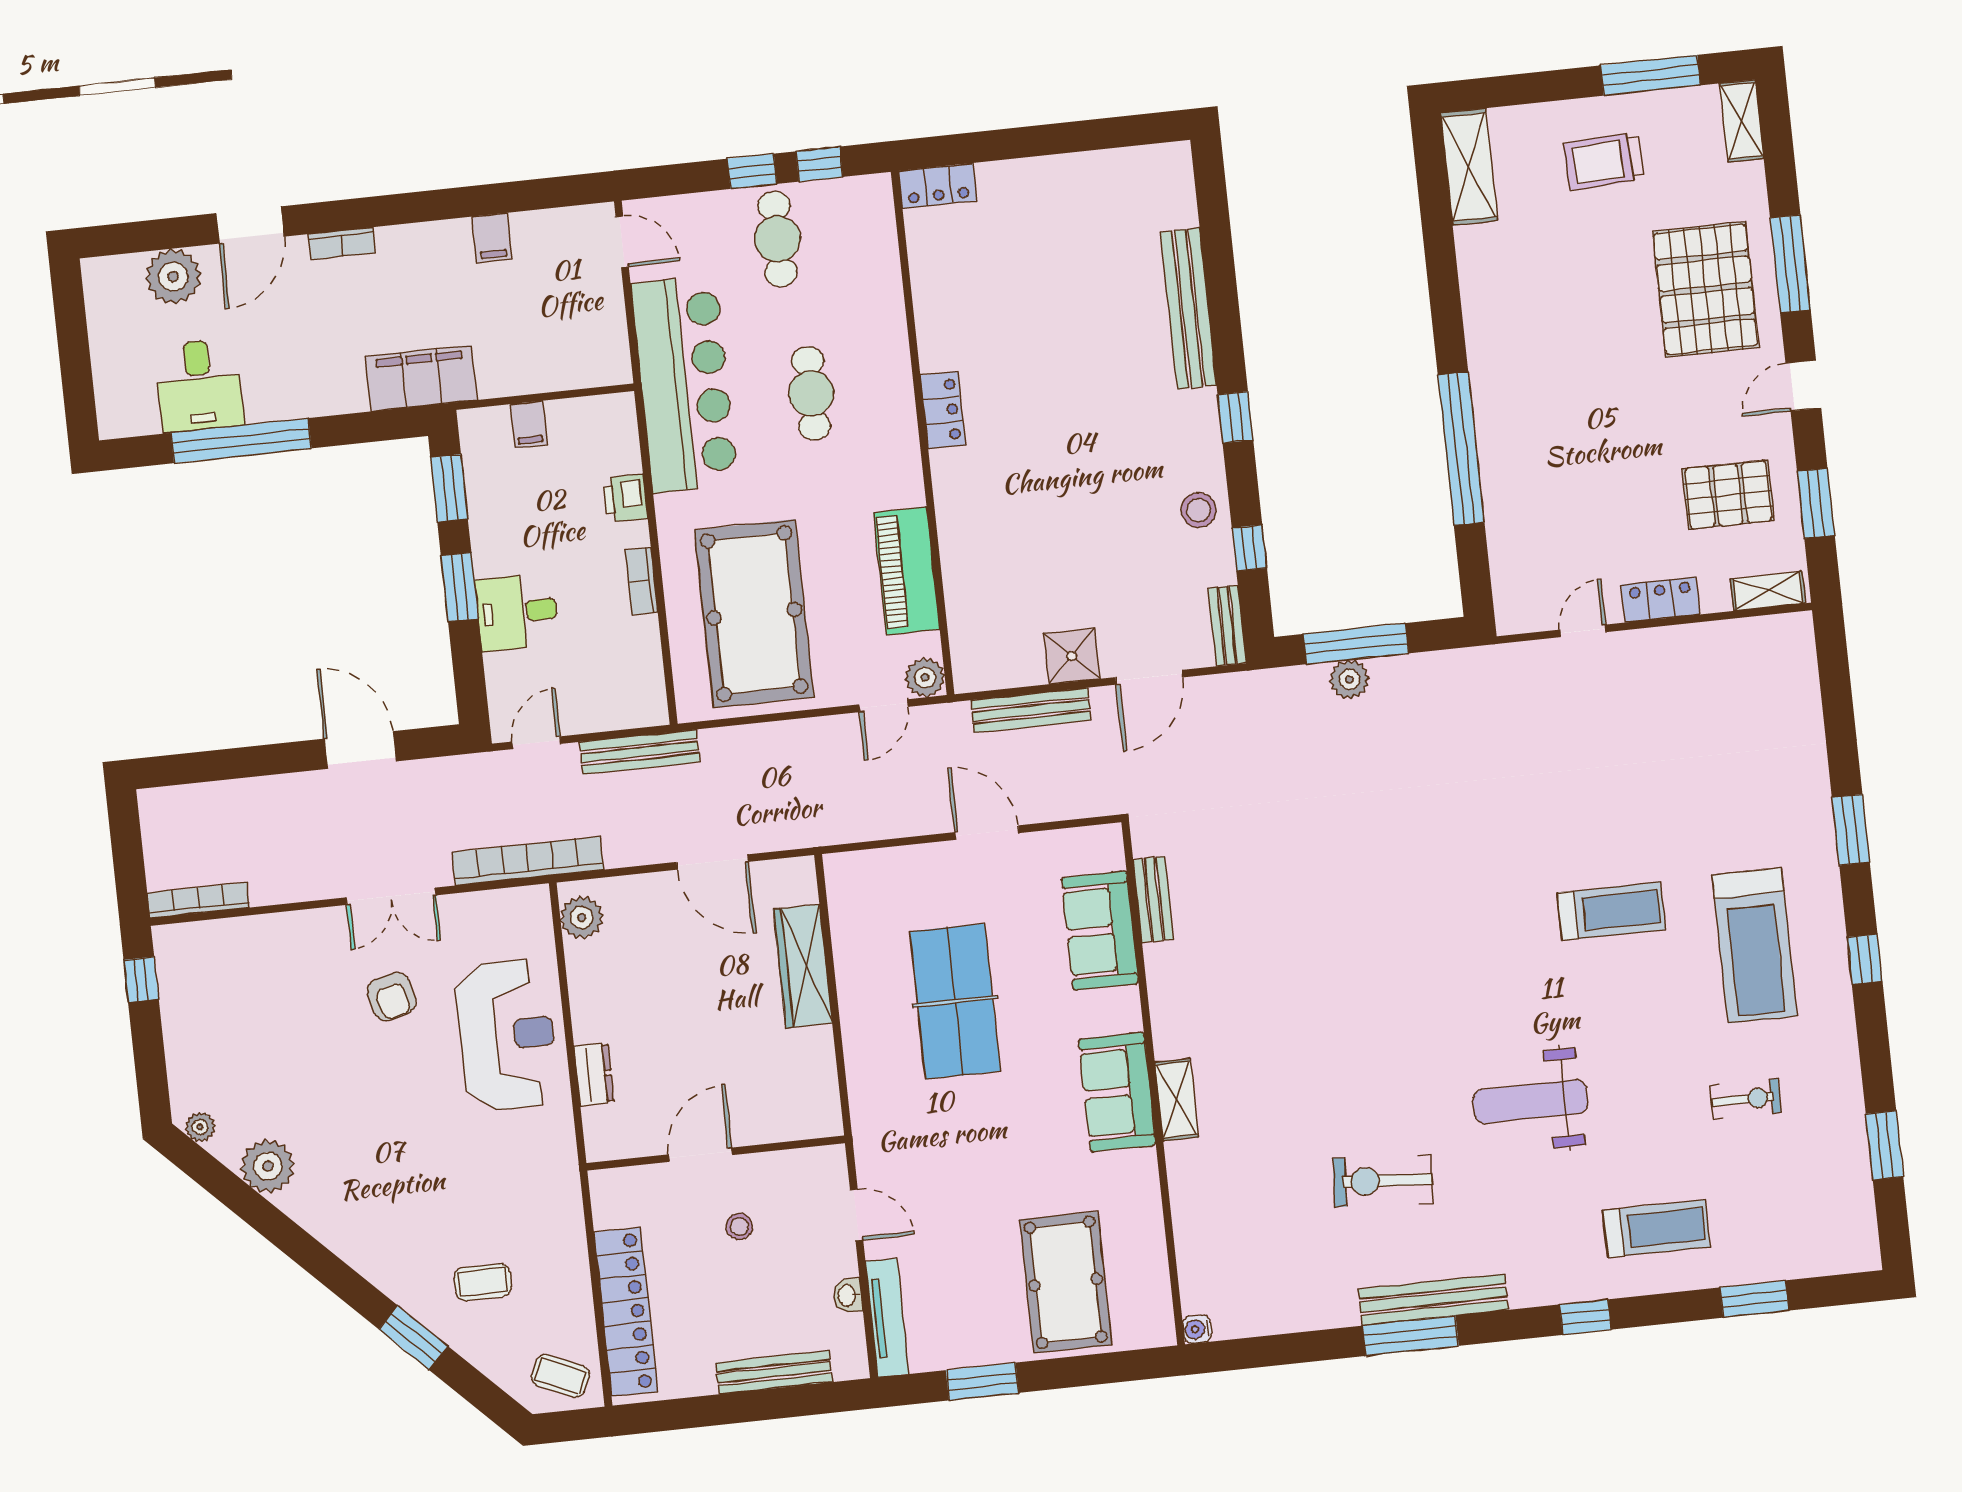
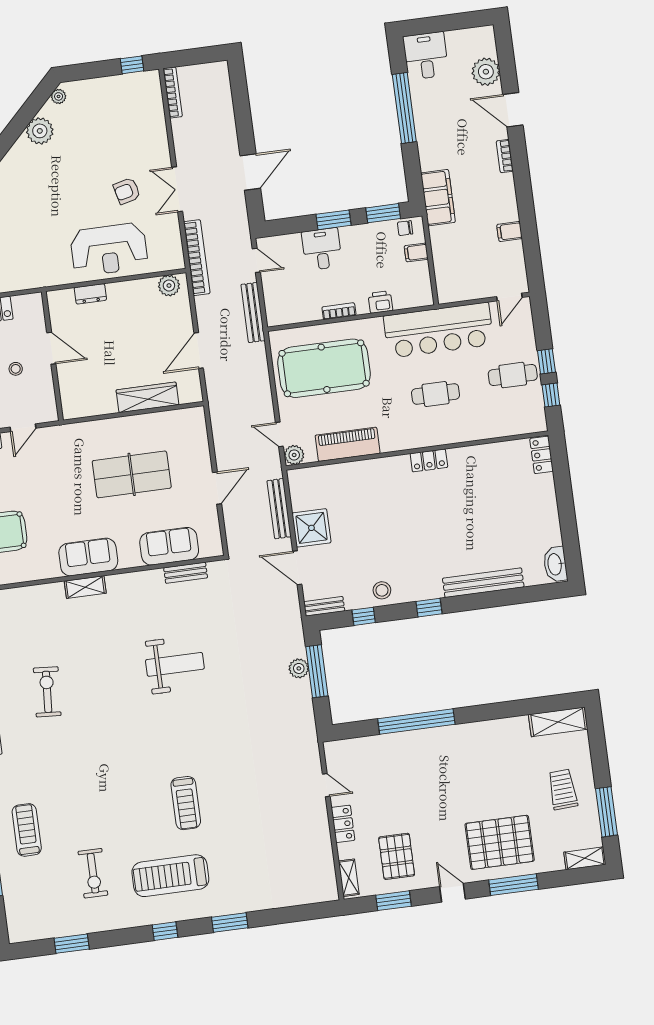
washbasin: (1156, 164) -> (555, 564), added
desk: (199, 385) -> (426, 56), moved, turned 90
chair: (480, 445) -> (405, 228), added
shower: (1072, 656) -> (311, 528), width x1.36, depth x1.36
exercise bike: (1746, 1099) -> (93, 873), width x1.38, depth x1.39
weight bench: (1530, 1102) -> (175, 664), moved, turned 90
treadmill: (1656, 1229) -> (27, 830), turned 180

